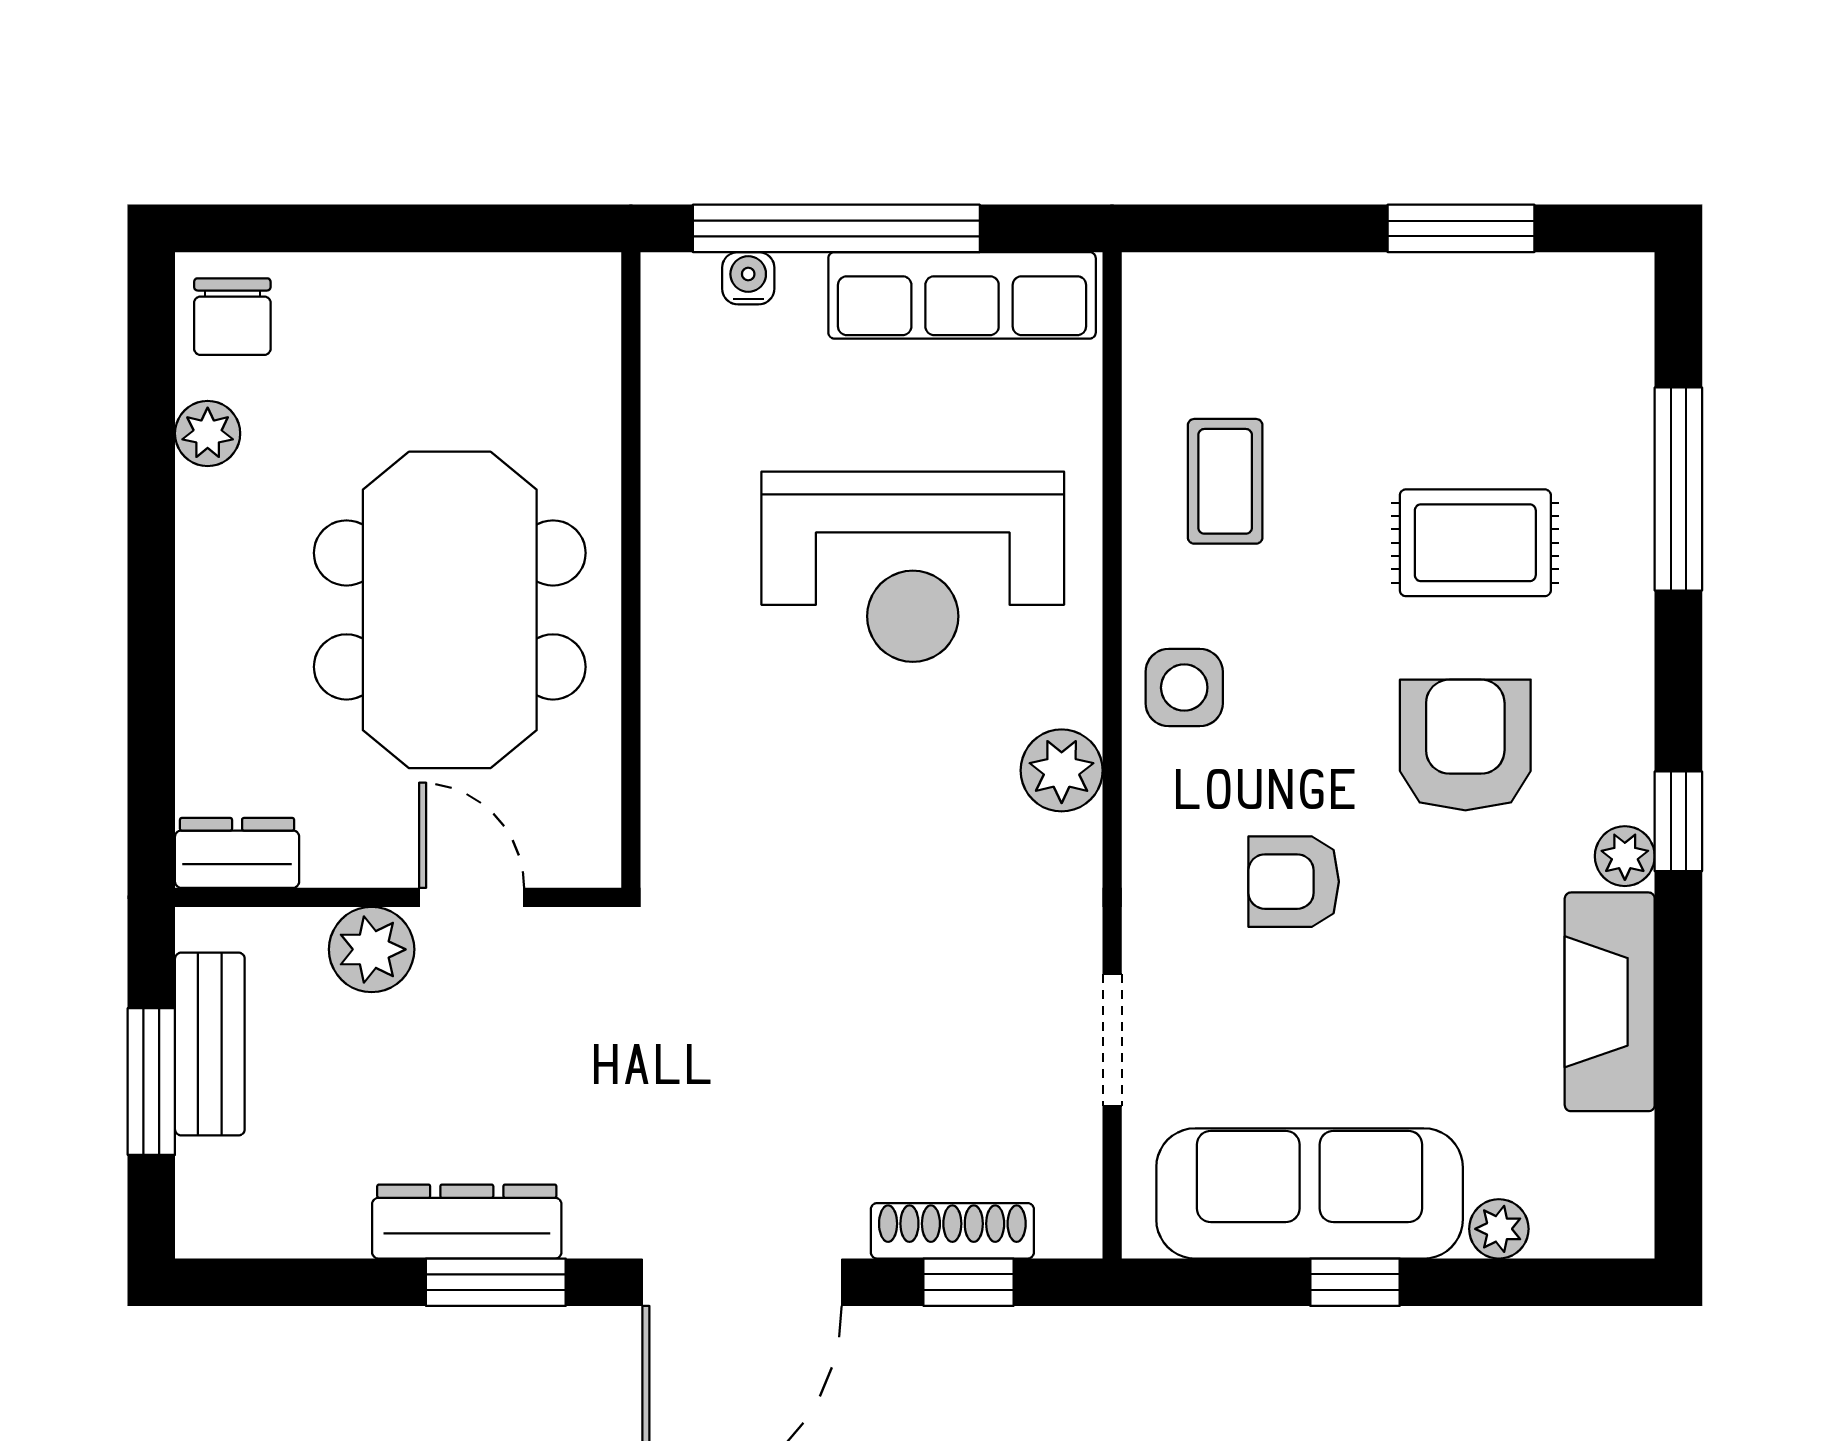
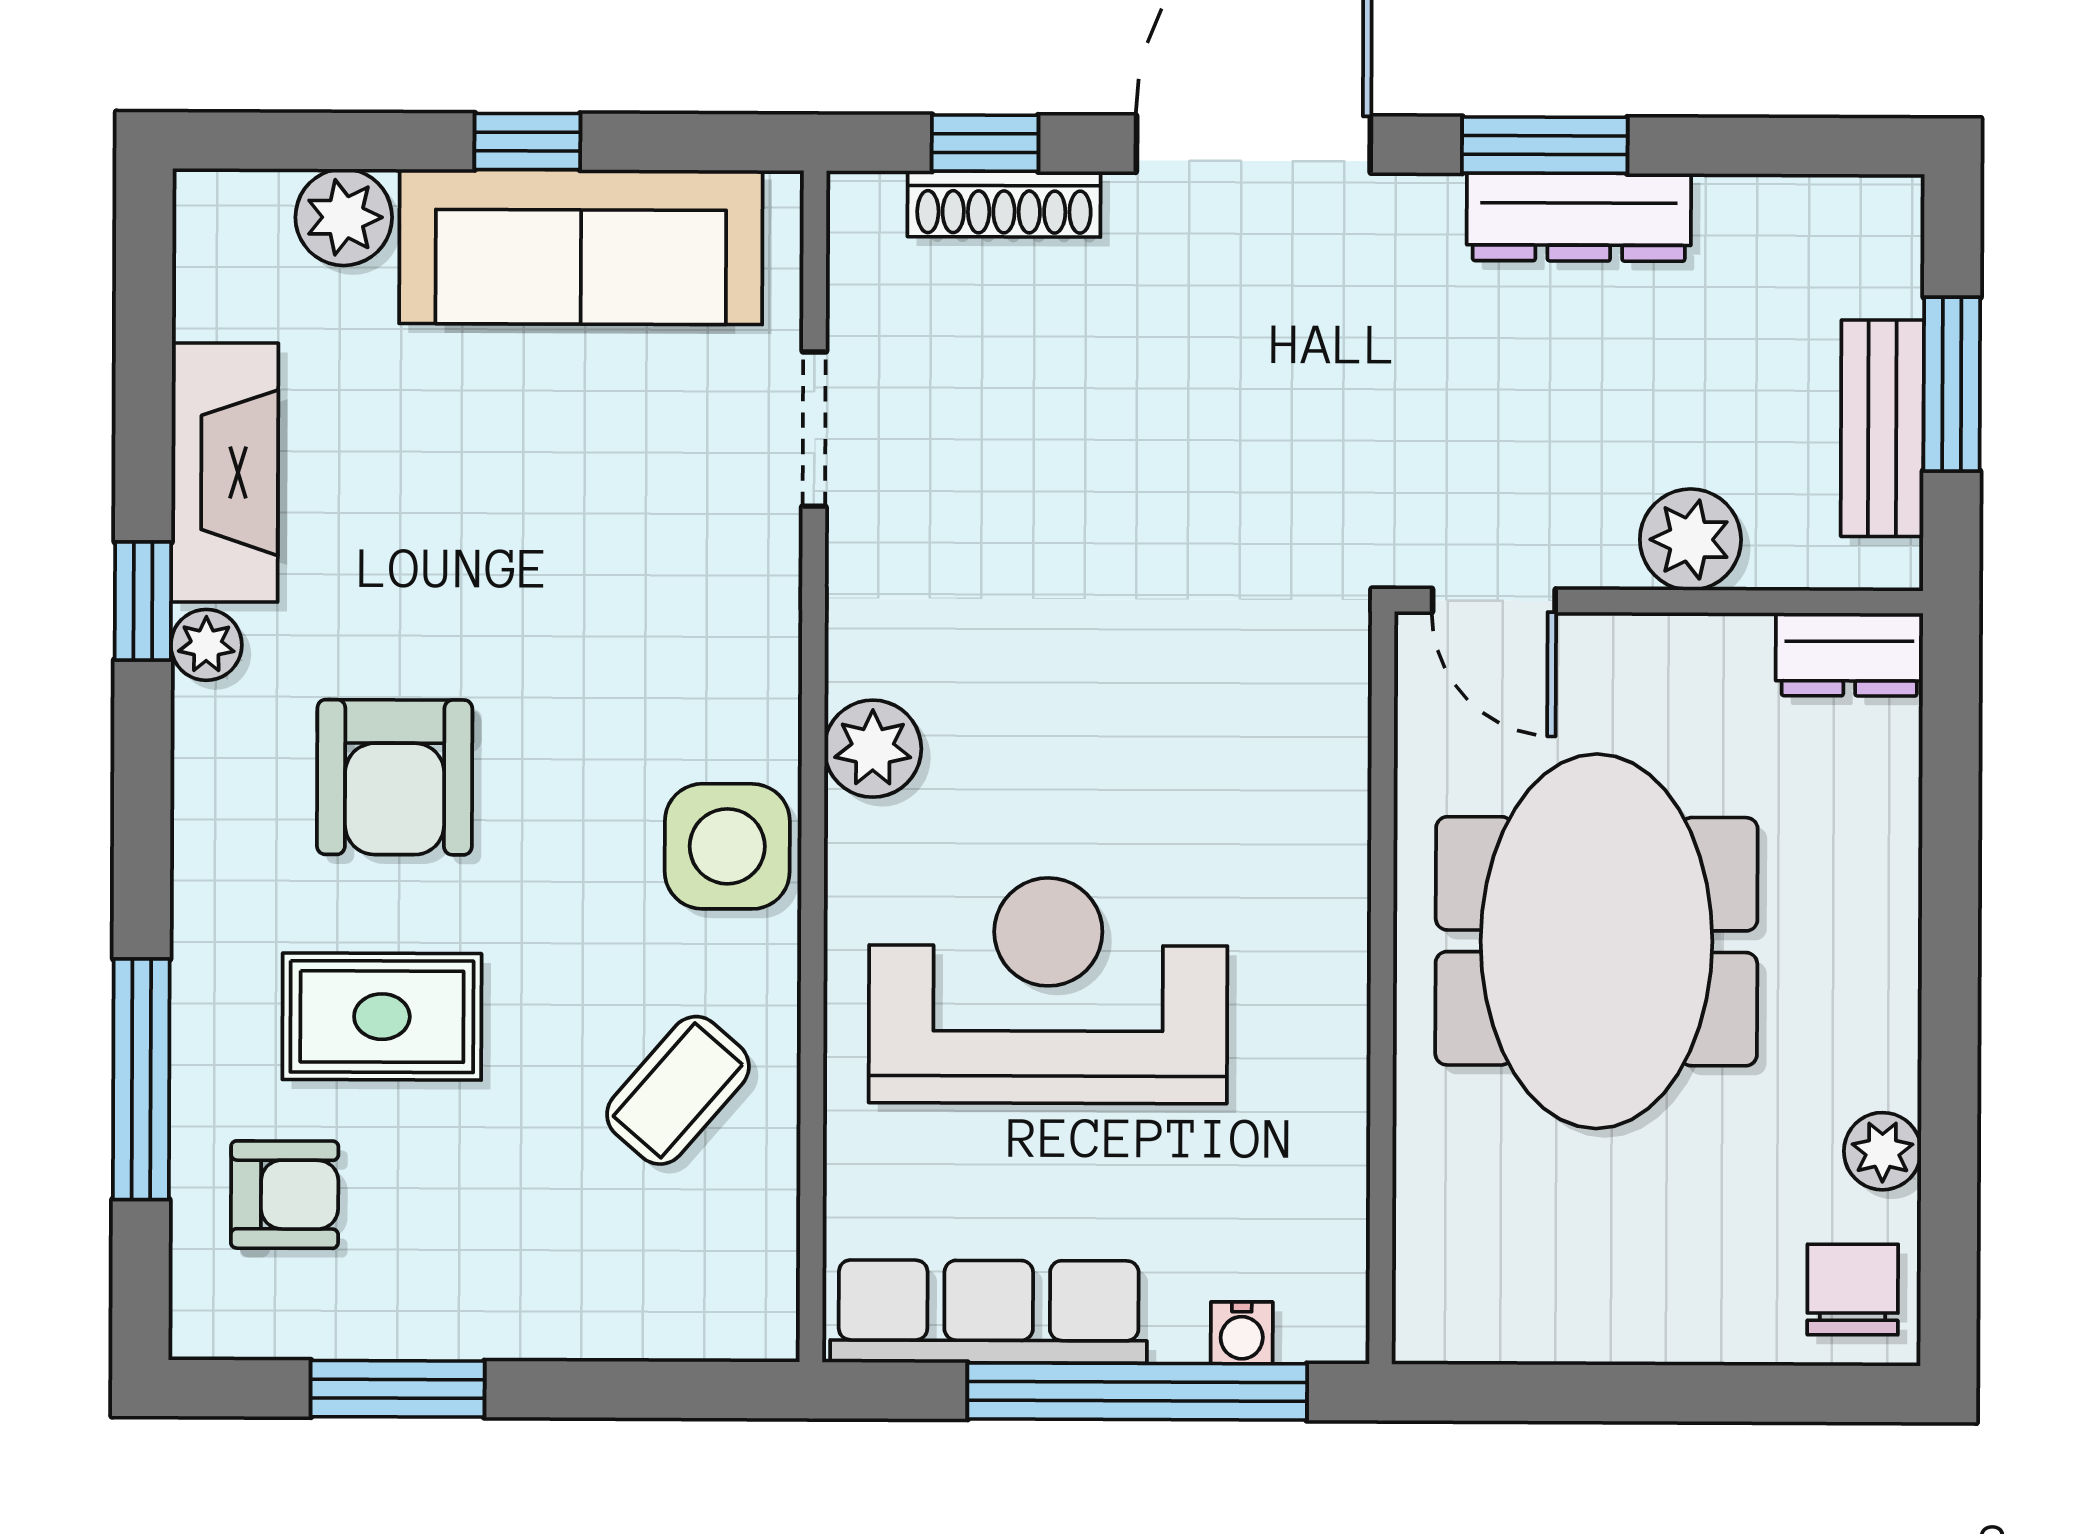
coffee table: (1225, 481) -> (678, 1090), turned 41
side table: (1184, 688) -> (727, 846), width x1.37, depth x1.37
window: (1678, 821) -> (143, 601), moved
armchair: (1294, 882) -> (285, 1195), moved
door: (472, 897) -> (1494, 601), moved
plant: (1499, 1229) -> (344, 217), width x1.38, depth x1.38

